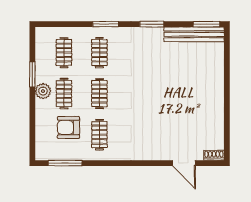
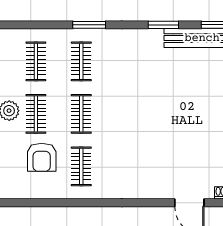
window: (152, 24) -> (163, 25), moved
armchair: (68, 127) -> (42, 157), turned -90
window: (65, 163) -> (37, 203), removed

